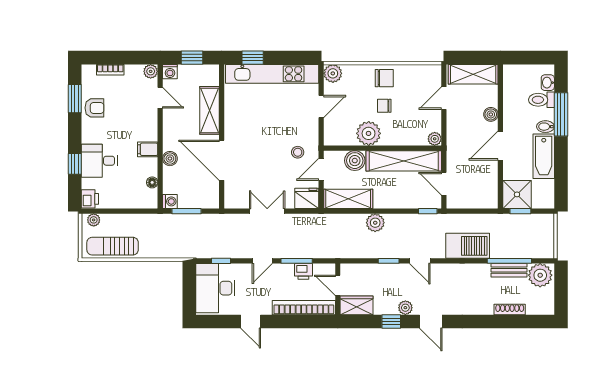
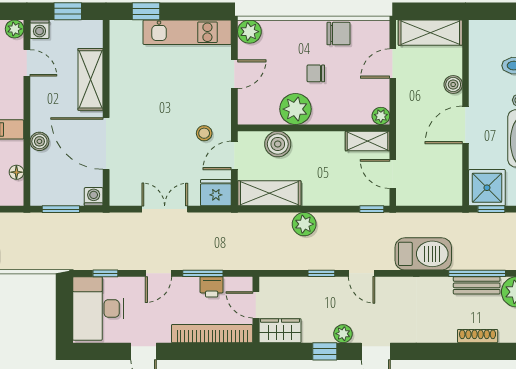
kitchen unit: (272, 74) -> (187, 32), width x0.73
chair: (384, 78) -> (338, 34), moved
shelving: (404, 161) -> (367, 141), width x0.45, depth x0.75
washing machine: (170, 201) -> (94, 197), moved, turned -90

